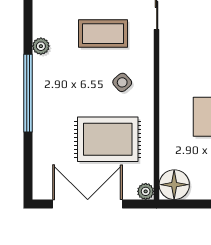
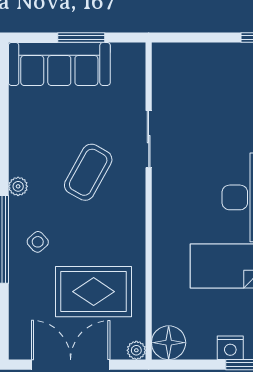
coffee table: (103, 34) -> (88, 172), turned -61
side table: (122, 82) -> (38, 242), moved

